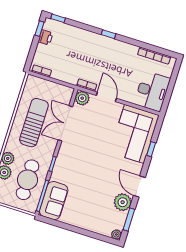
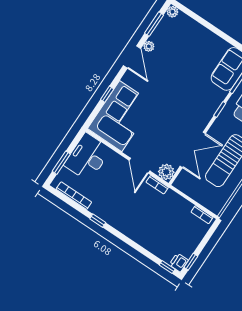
window: (108, 34) -> (98, 221), moved
printer: (46, 37) -> (179, 263), moved
window: (173, 80) -> (61, 163), added
plant: (123, 202) -> (149, 46), width x0.53, depth x0.53

